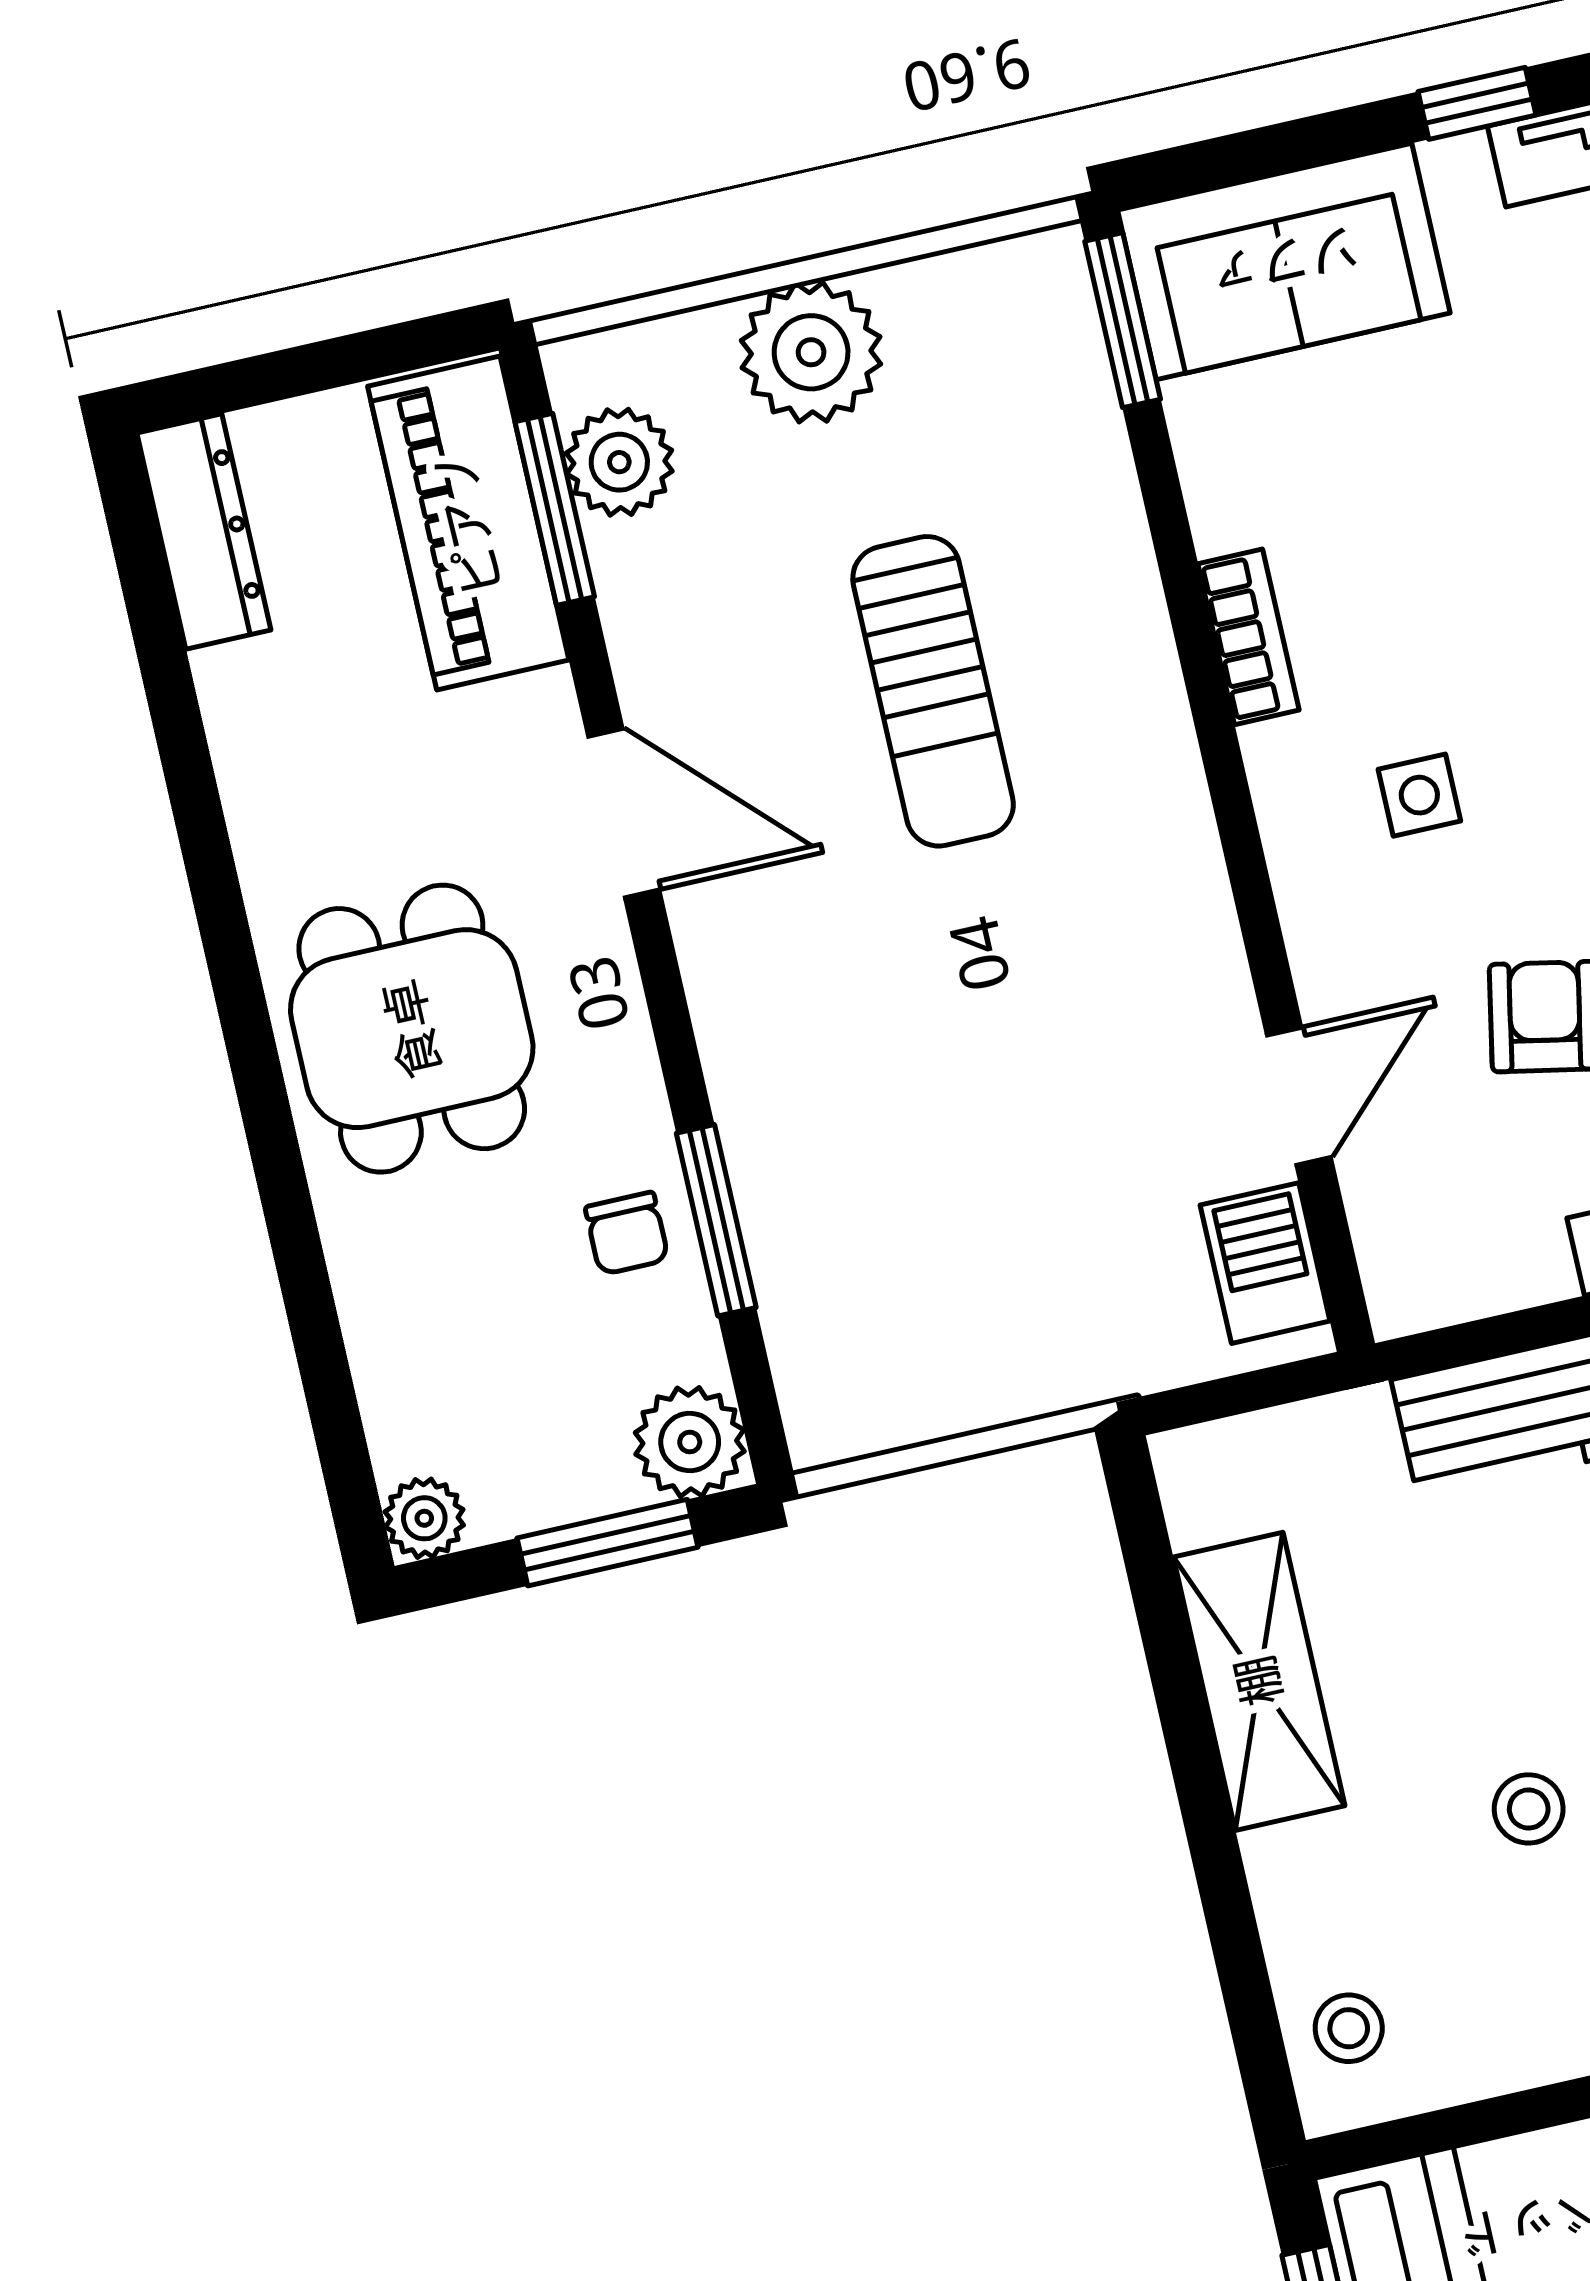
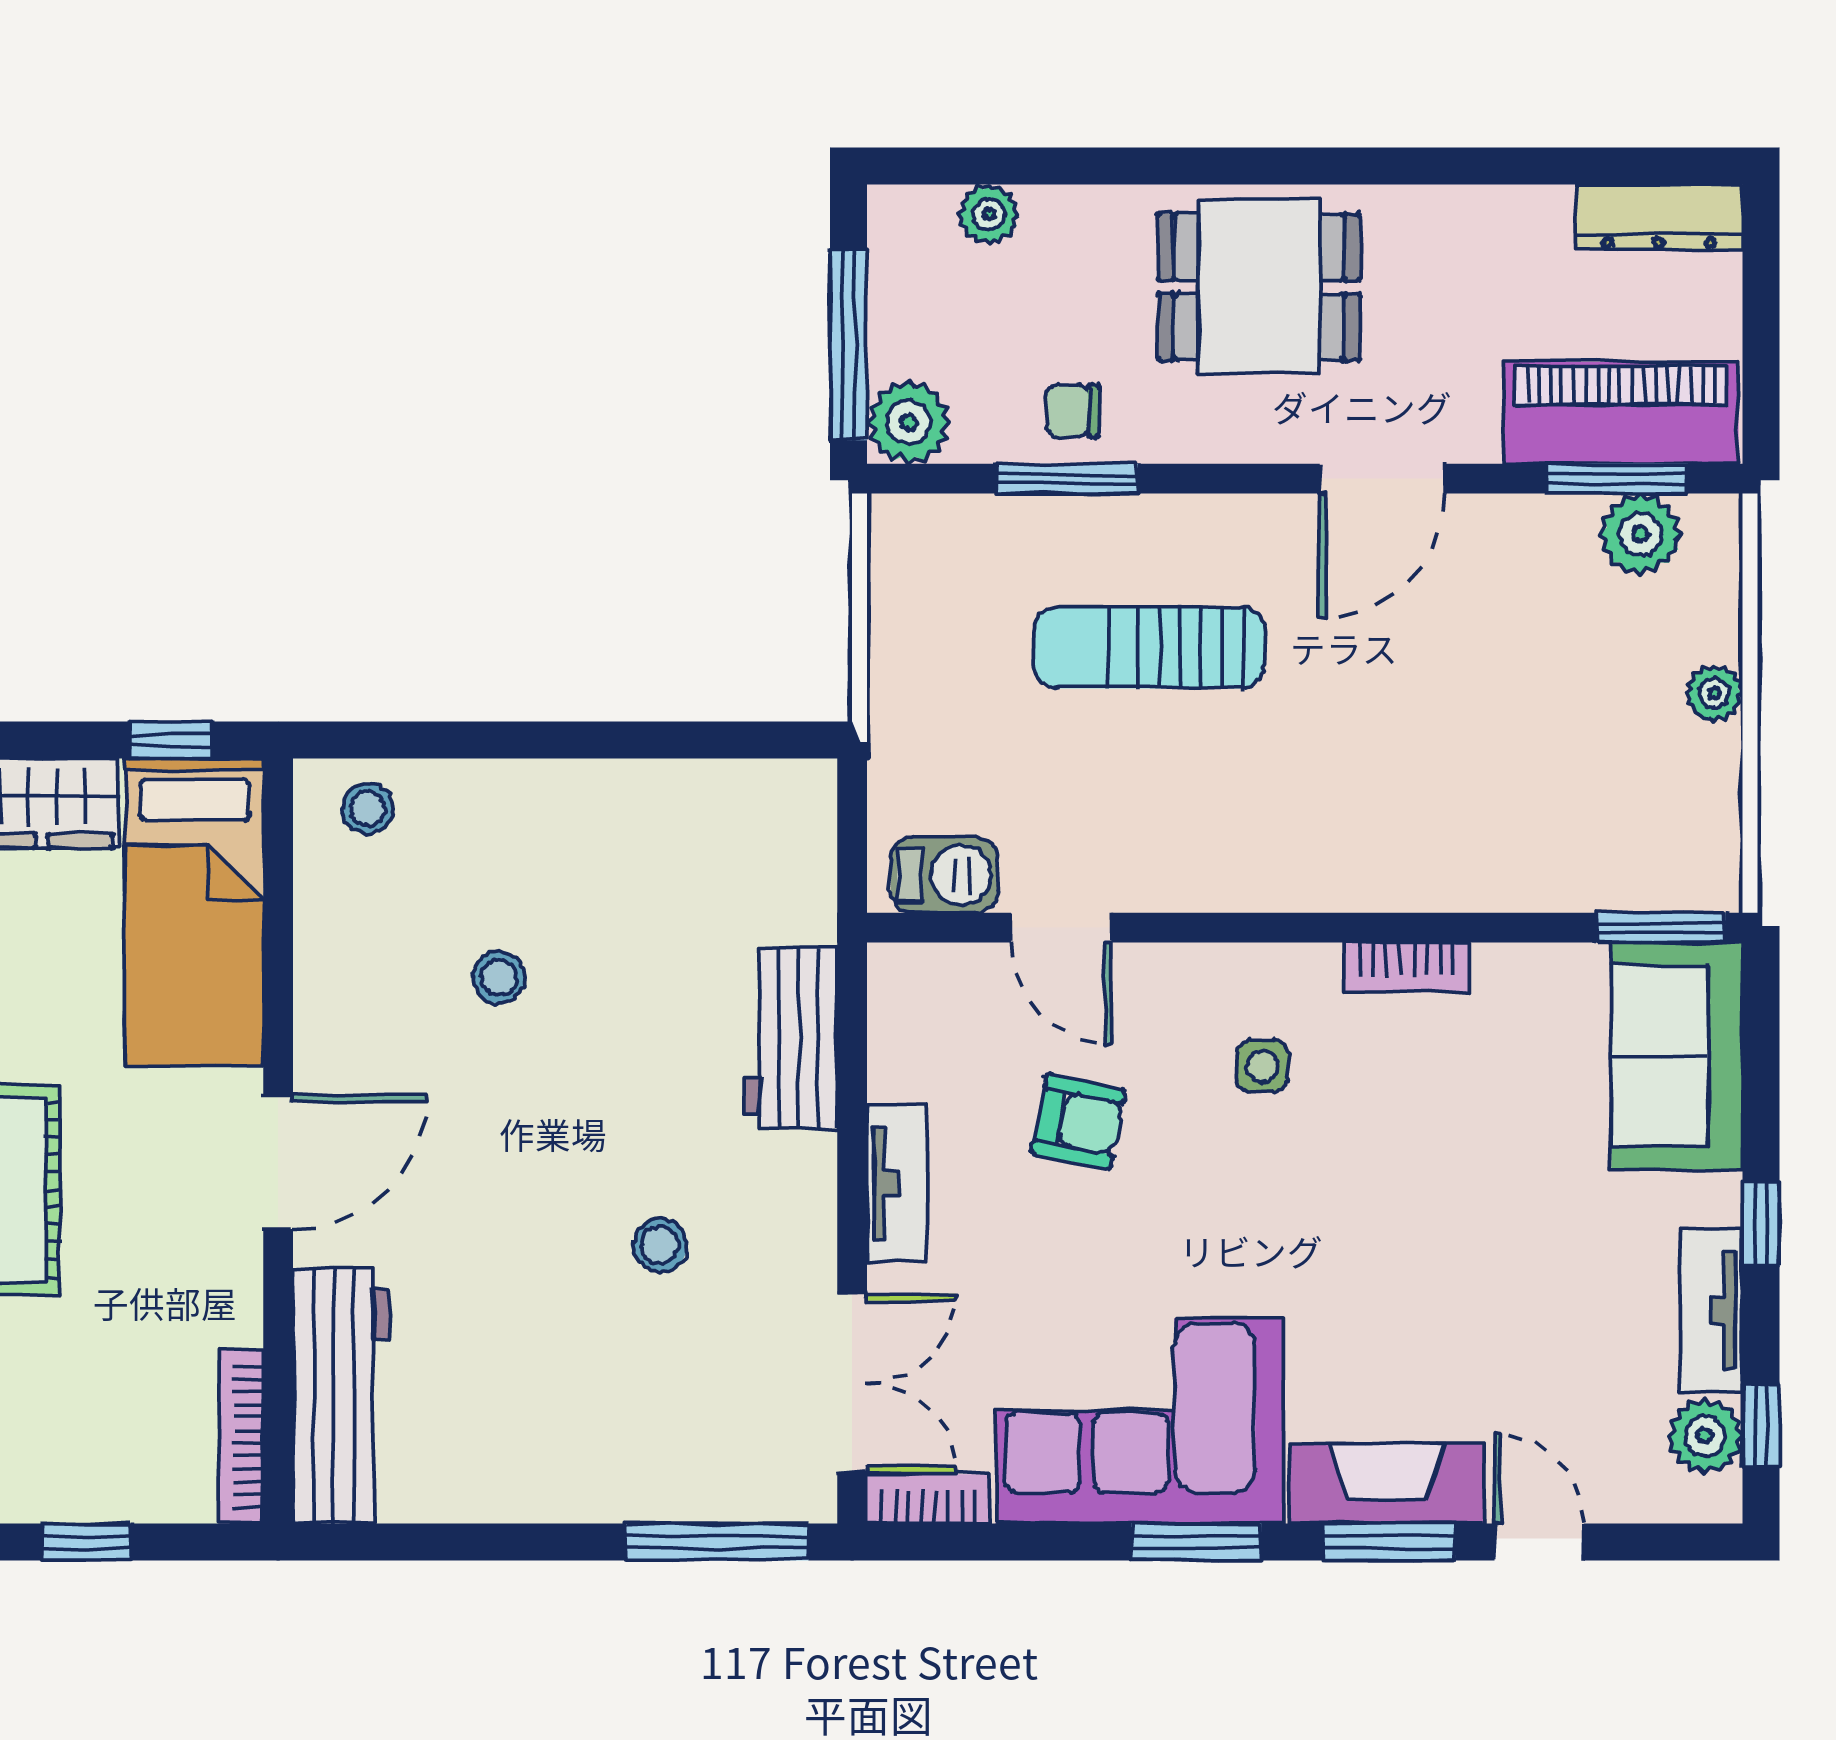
plant: (811, 352) -> (1714, 693), width x0.53, depth x0.53
sun lounger: (933, 691) -> (1149, 648), moved
plant: (424, 1518) -> (989, 214), moved
window: (607, 1543) -> (848, 345), width x1.44
shelving: (1259, 1681) -> (638, 801), removed

